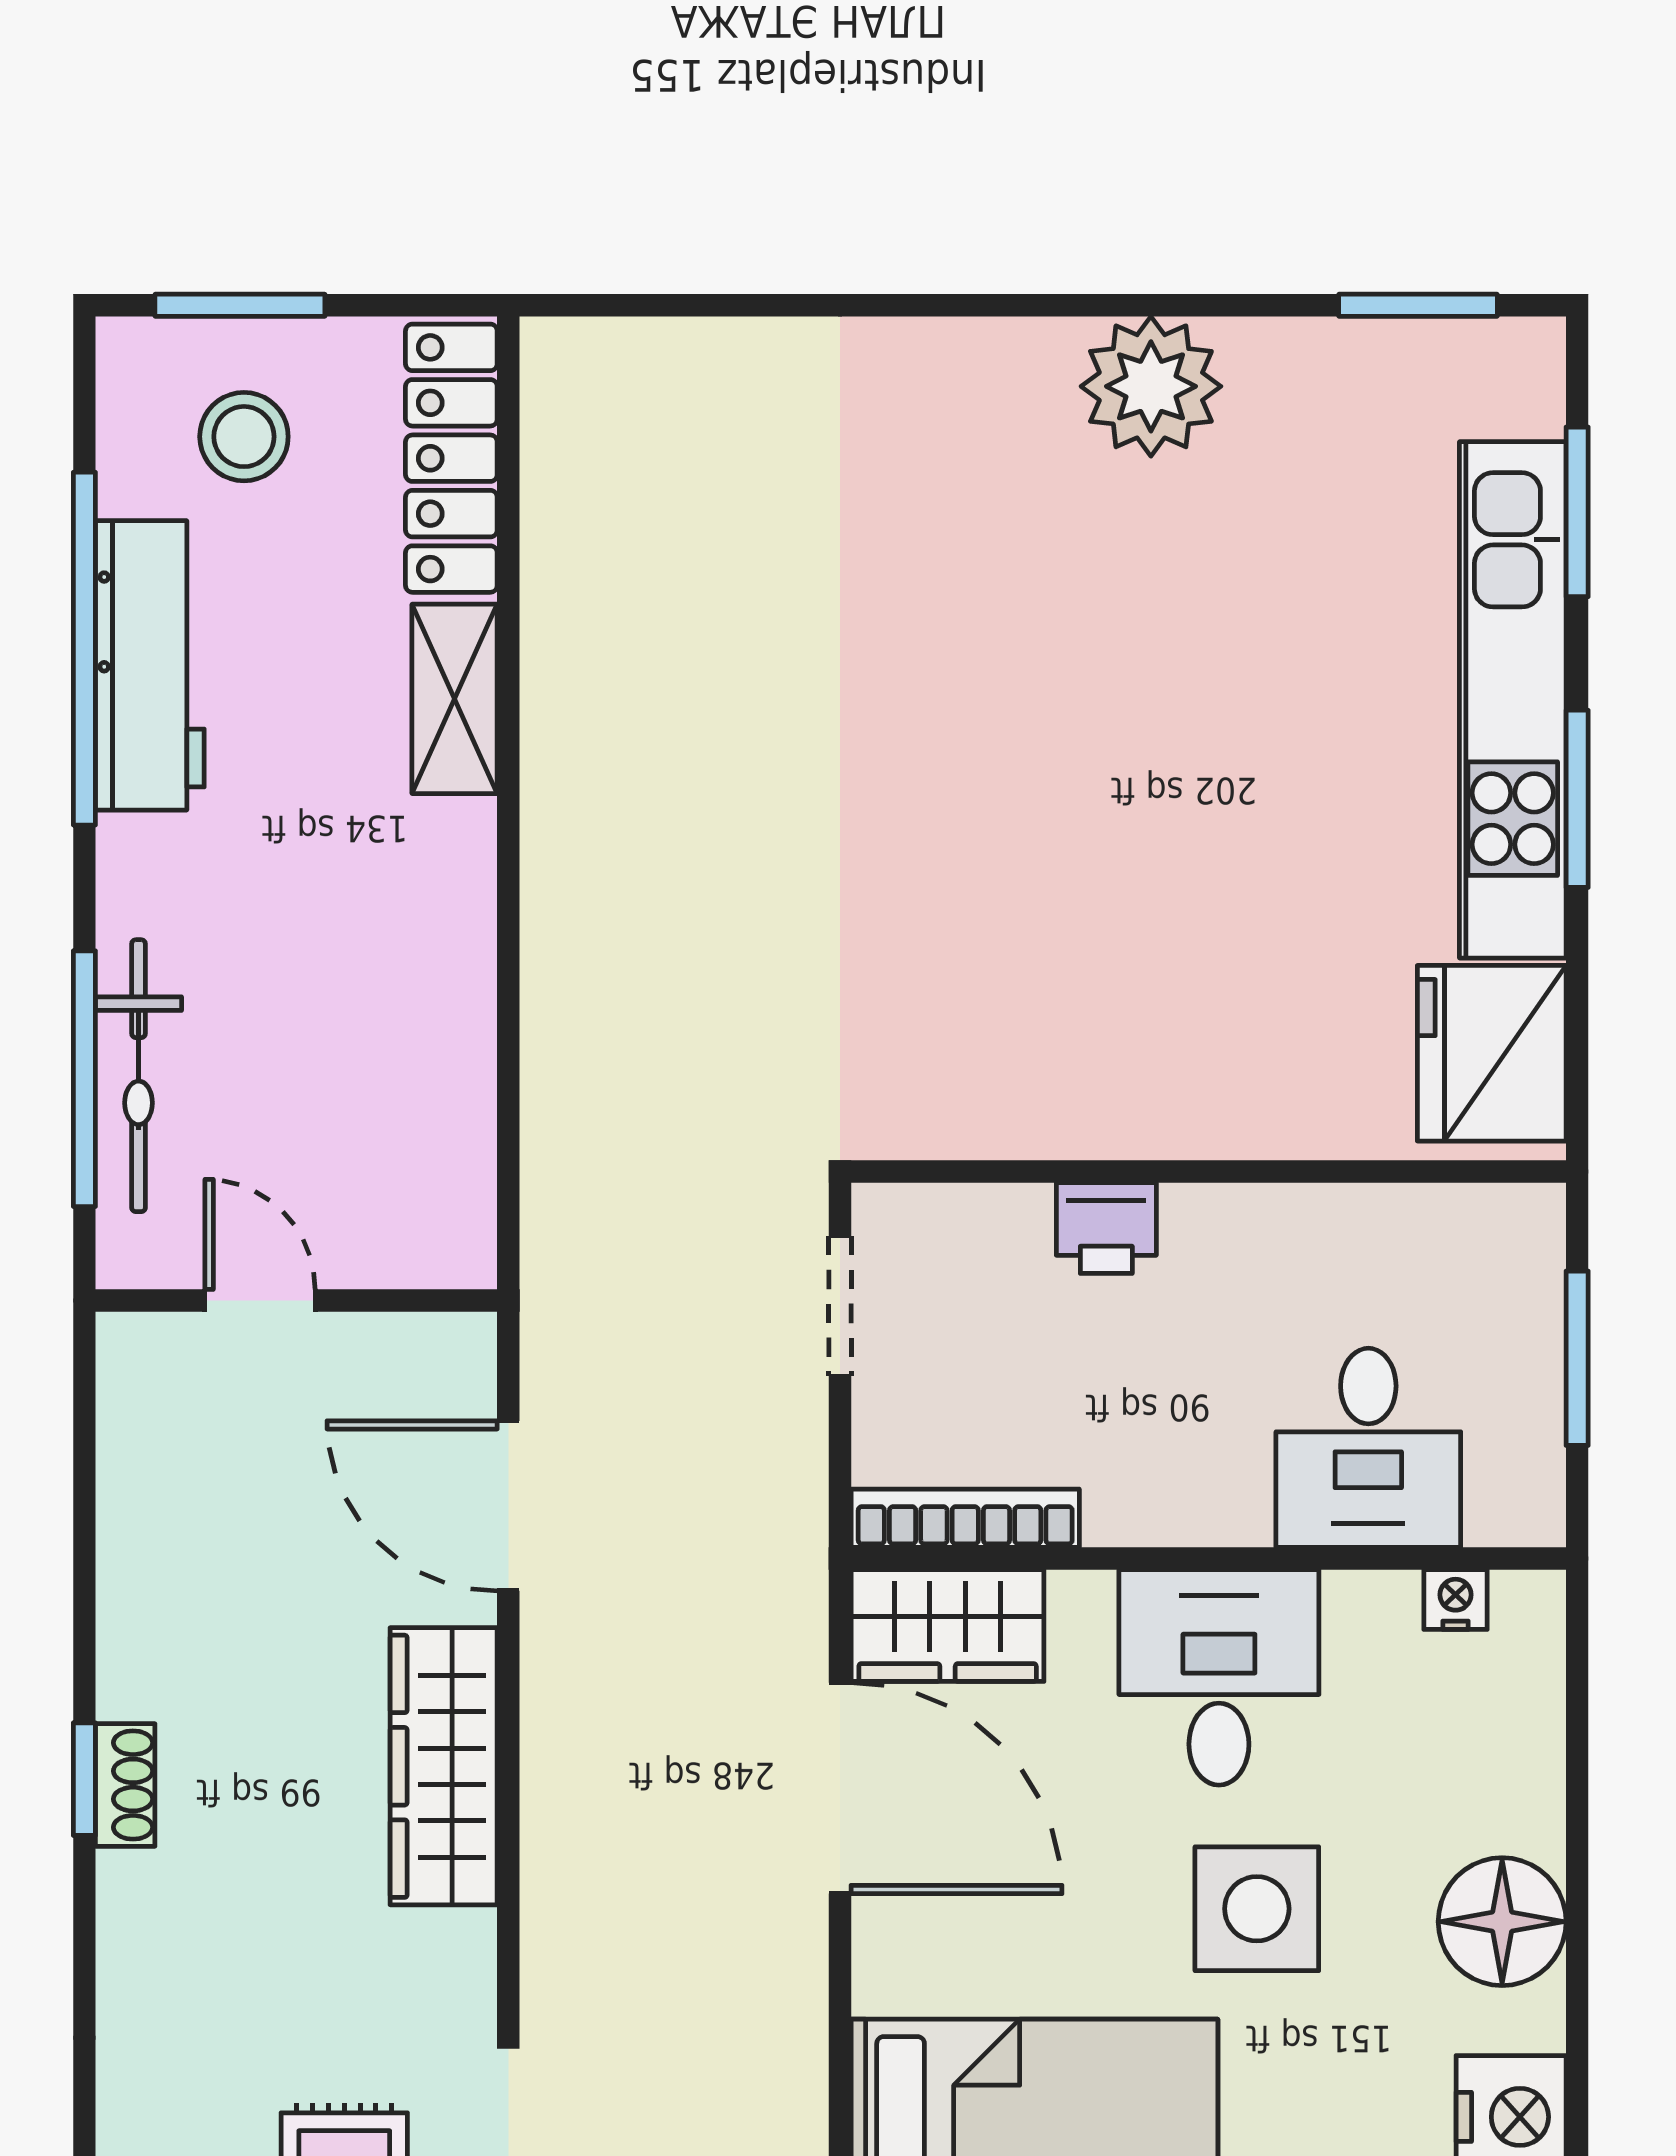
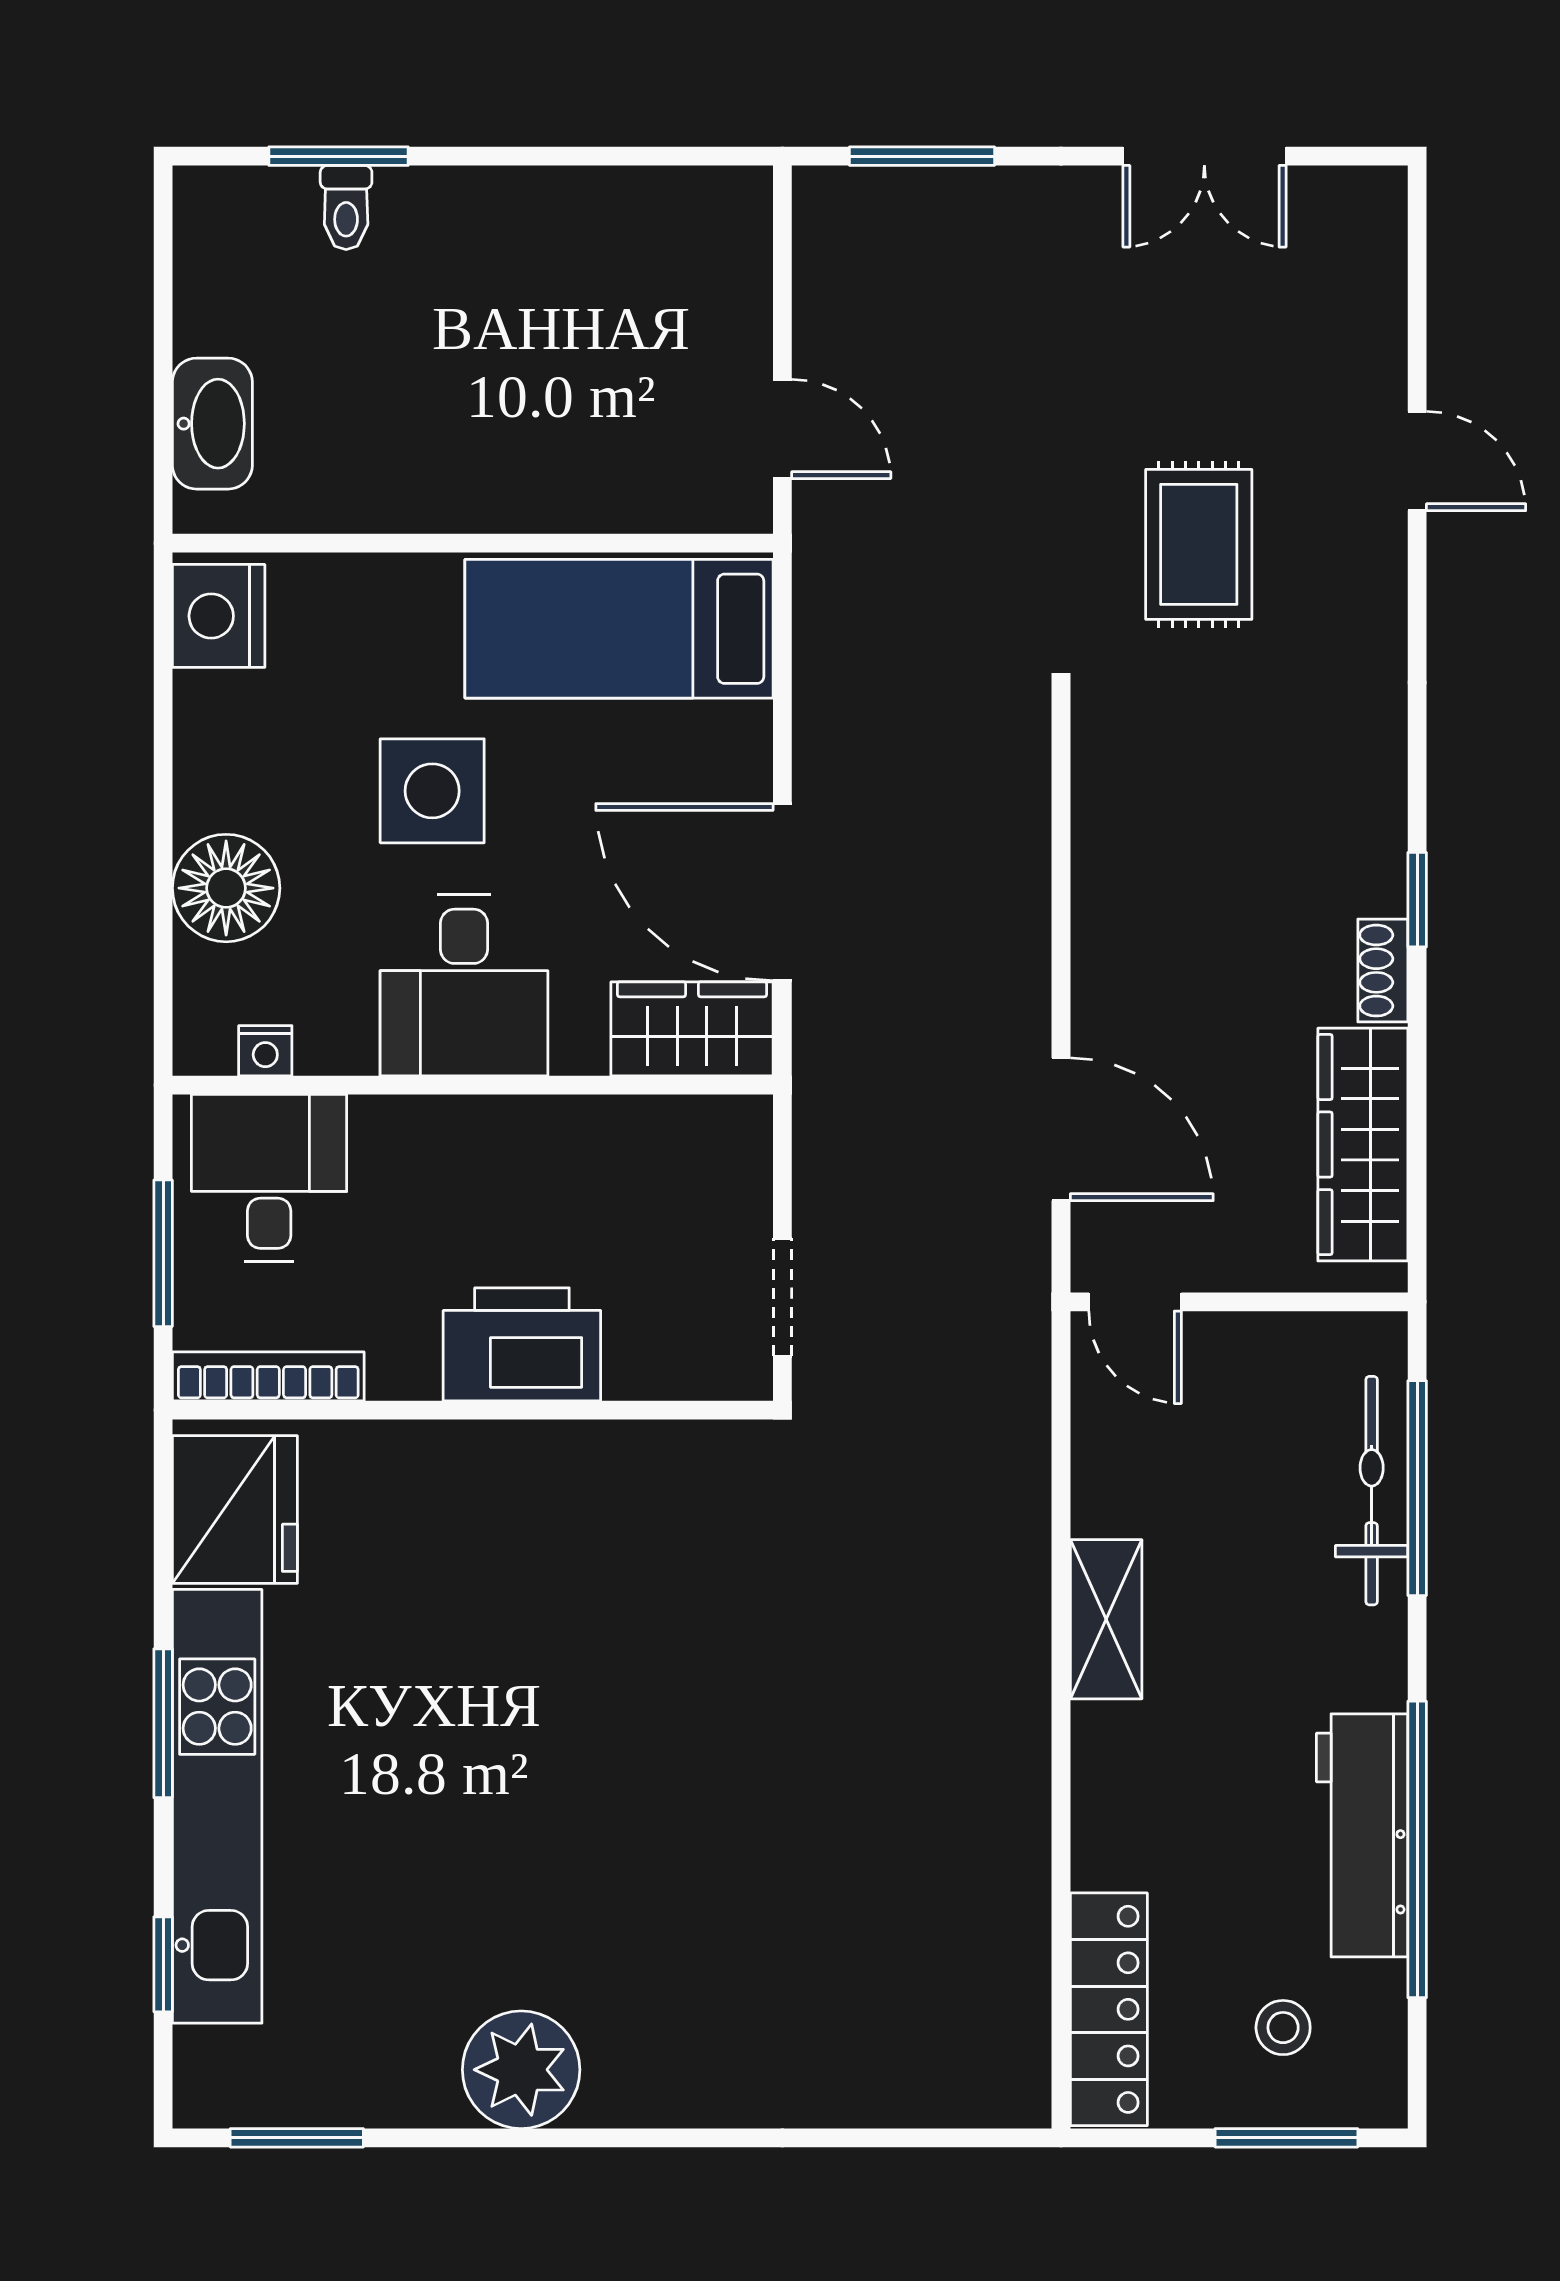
stool: (244, 437) -> (1283, 2028), width x0.73, depth x0.73
window: (1577, 512) -> (163, 1964), width x0.67
shelving: (455, 699) -> (1106, 1619), moved
printer: (1106, 1228) -> (522, 1344), width x1.87, depth x1.48
door: (260, 1300) -> (1135, 1302), moved
desk: (1368, 1448) -> (269, 1178), moved
bookcase: (965, 1518) -> (268, 1376), moved, turned 180
wardrobe: (444, 1766) -> (1363, 1145), moved, turned 180
shoe rack: (125, 1785) -> (1383, 971), moved
floor lamp: (1502, 1922) -> (226, 888), moved

